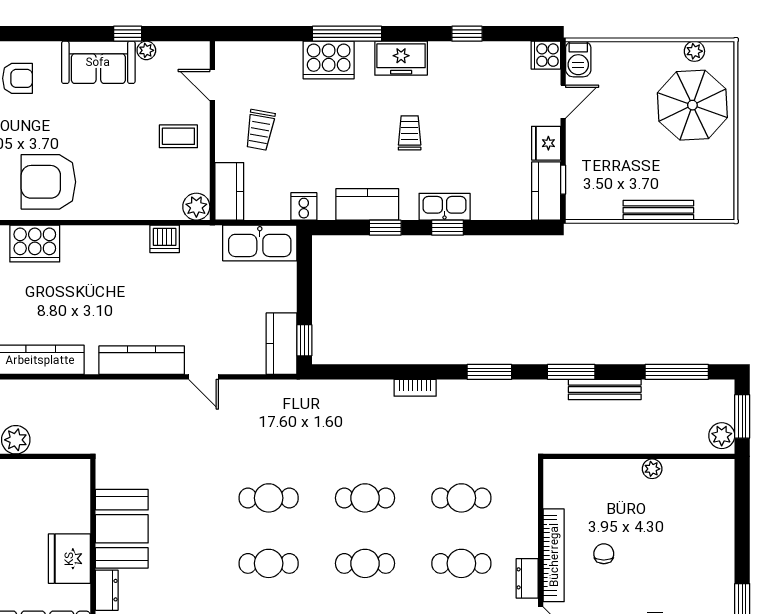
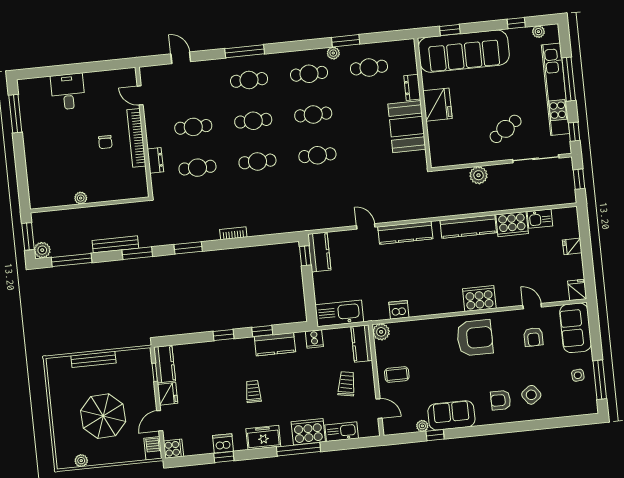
dishwasher: (466, 55) -> (223, 443), added
parasol: (692, 105) -> (103, 416), moved
trolley: (410, 133) -> (253, 391), turned 180
kitchen sink: (445, 207) -> (342, 432), moved, turned 180
plant: (722, 436) -> (42, 250), moved
dresser: (527, 578) -> (155, 160), moved

